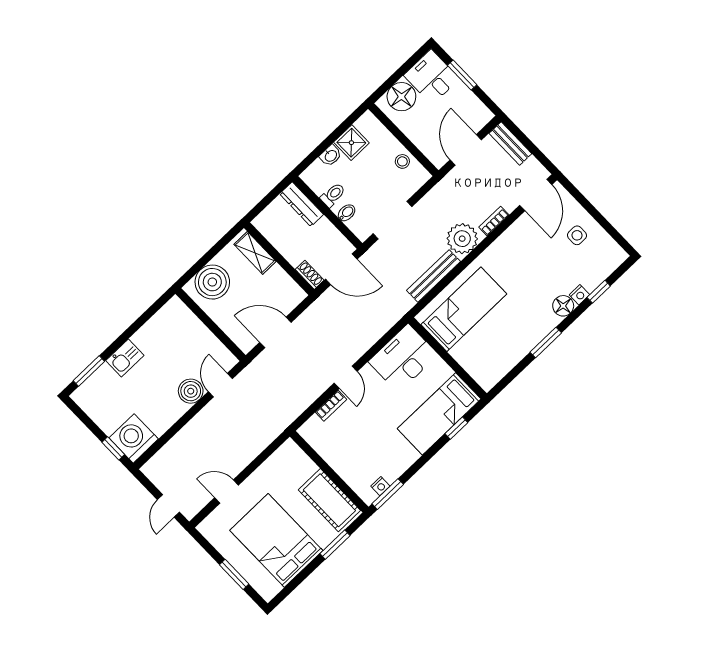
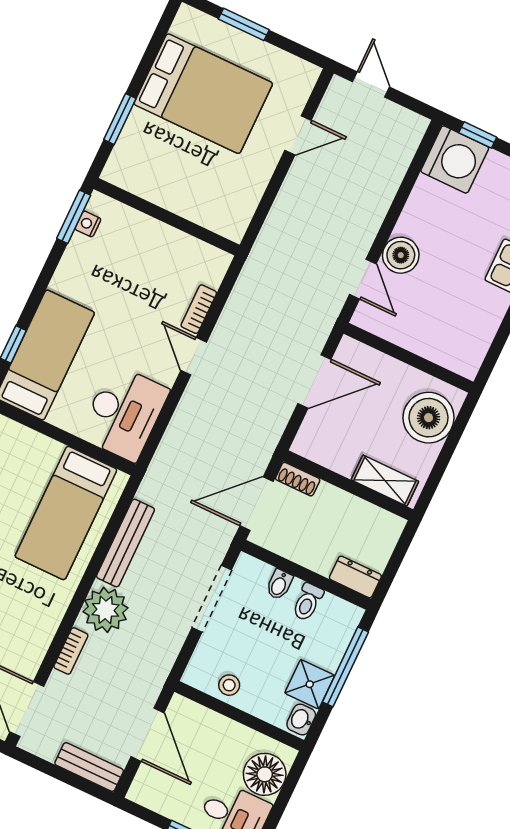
window: (325, 145) -> (345, 667), added
washbasin: (331, 156) -> (301, 720), moved
dresser: (302, 204) -> (355, 577), width x0.70
cot: (329, 500) -> (151, 178), removed

